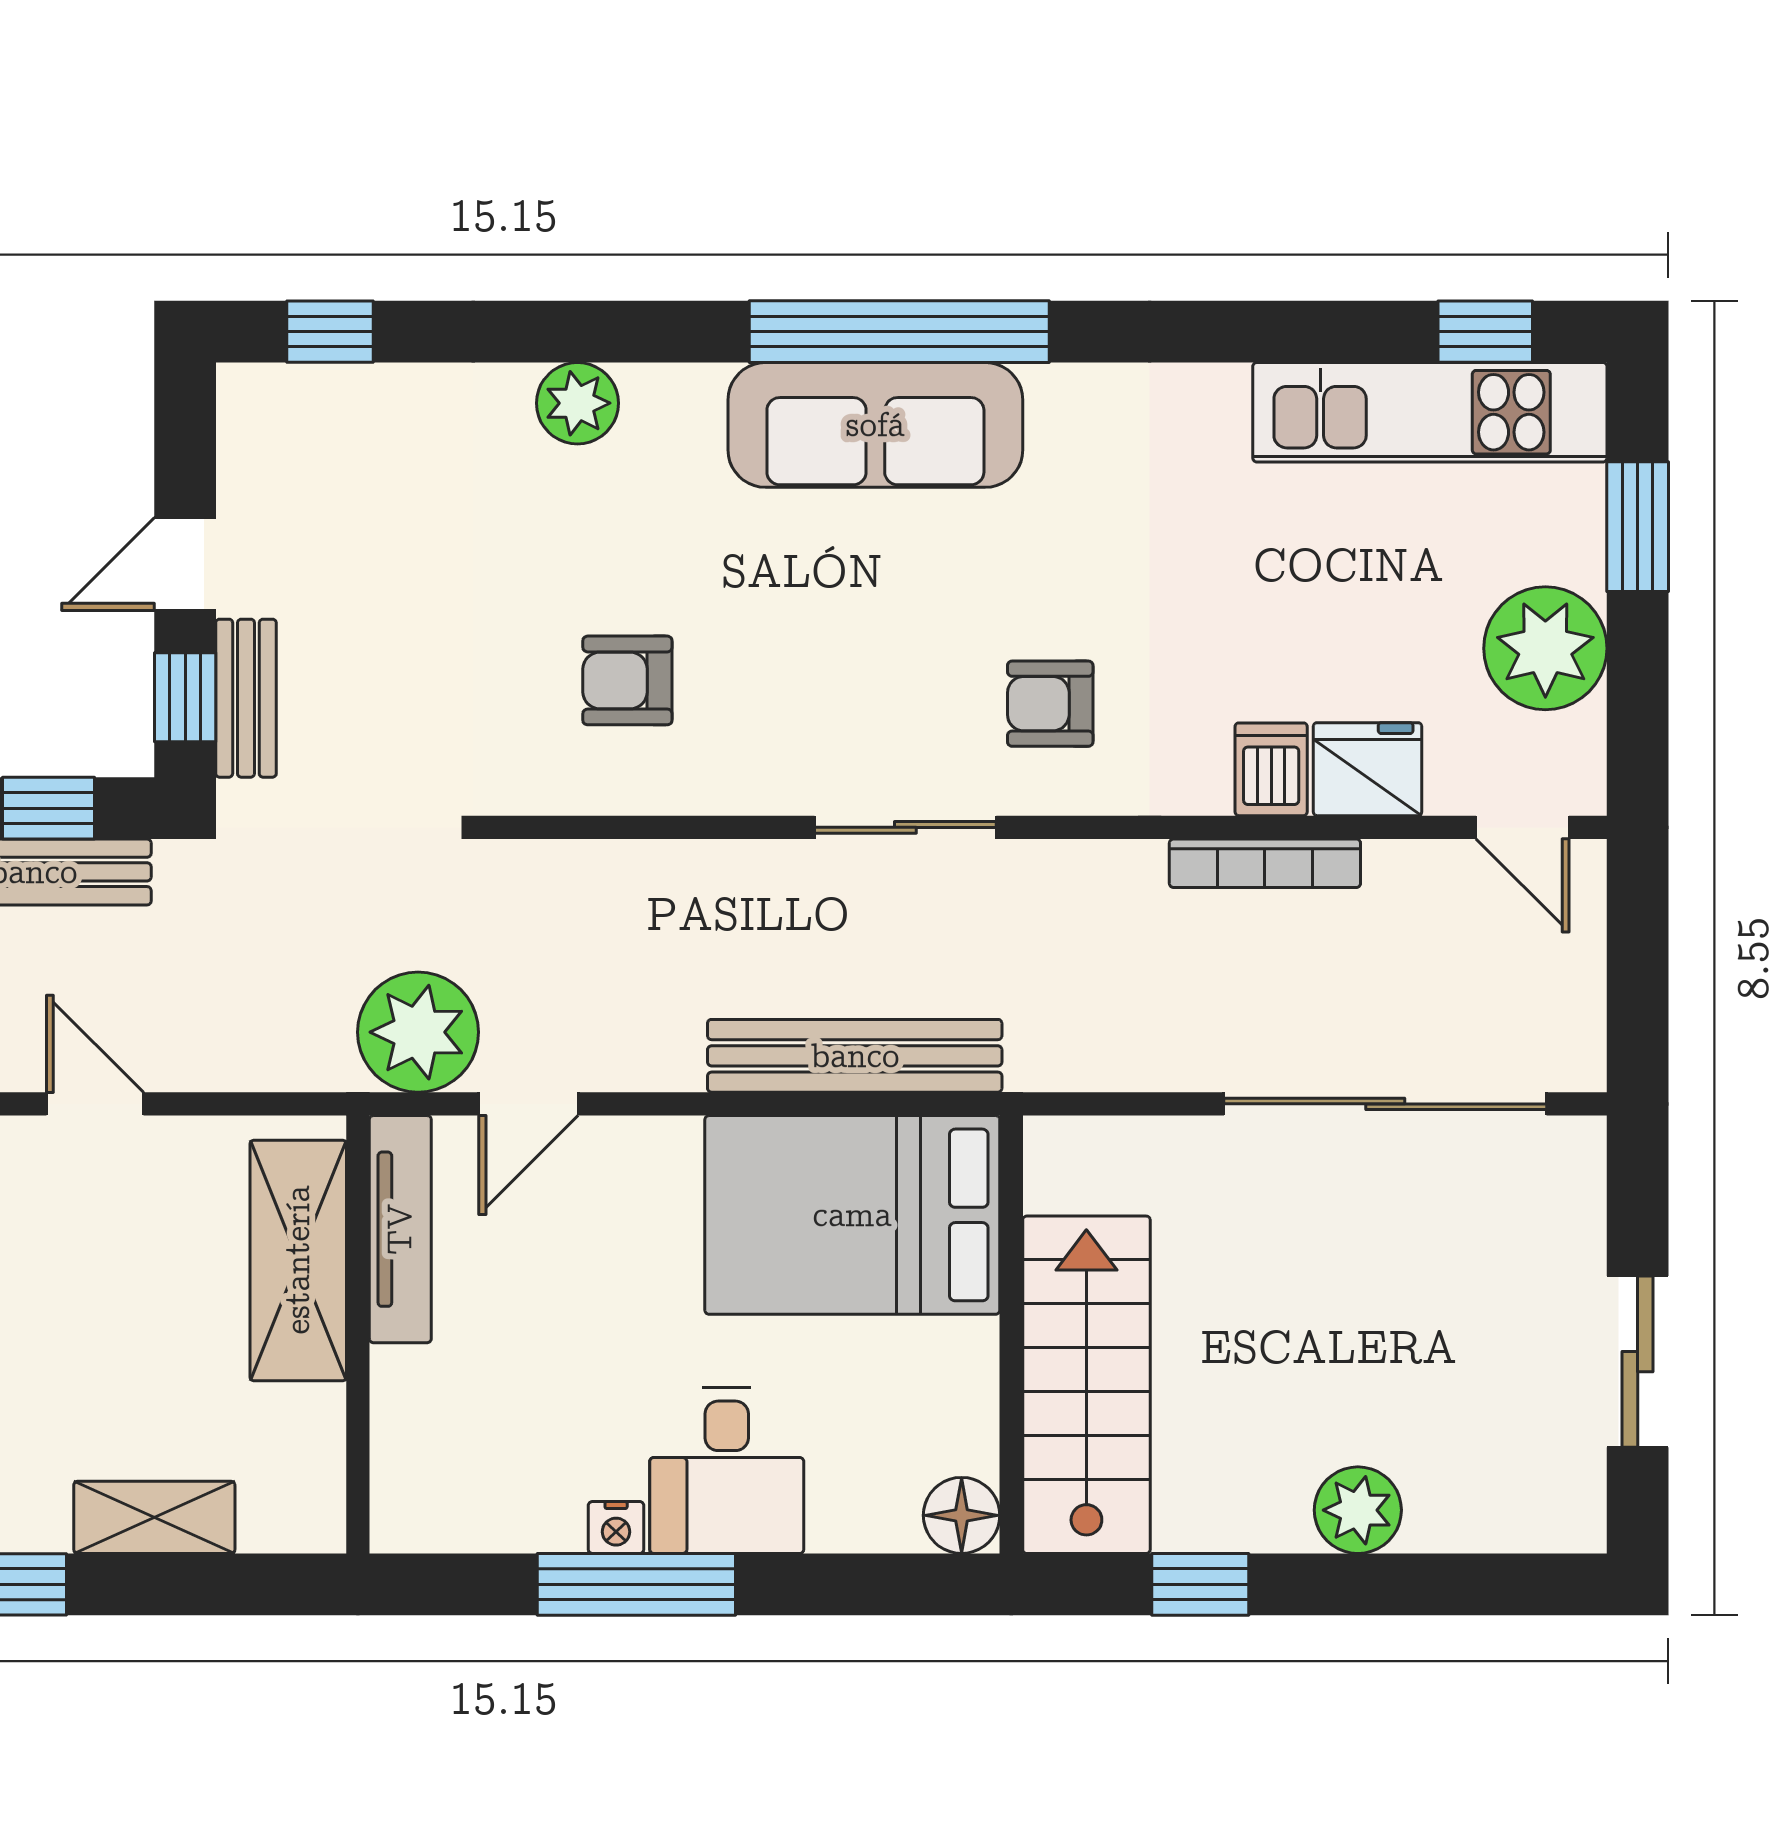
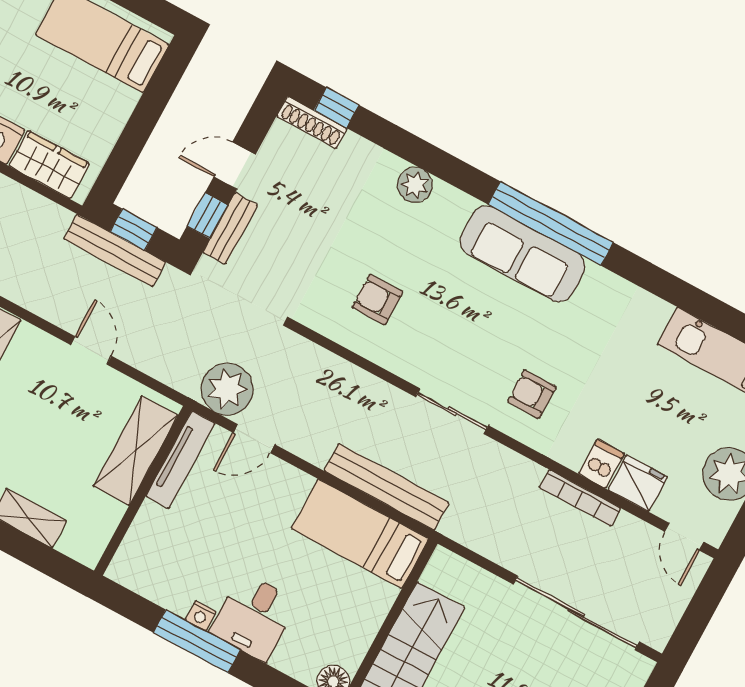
shoe rack: (296, 389) -> (312, 122), added
bed: (852, 1215) -> (360, 534), width x0.67

